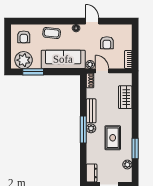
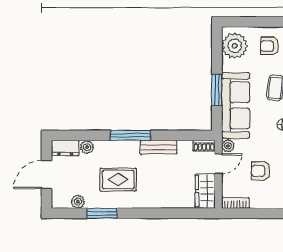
window: (33, 72) -> (217, 90), moved
wardrobe: (125, 97) -> (205, 191), moved, turned -90
plant: (91, 128) -> (87, 147), moved

